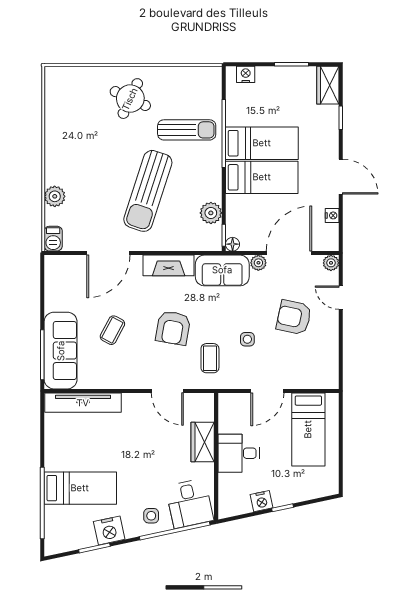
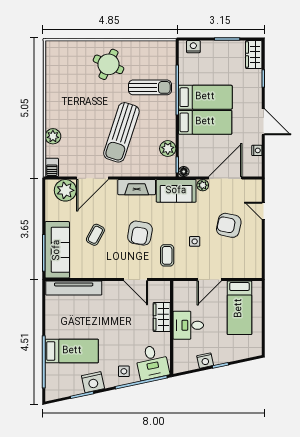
plant: (331, 263) -> (65, 190), moved, width x1.87, depth x1.87

